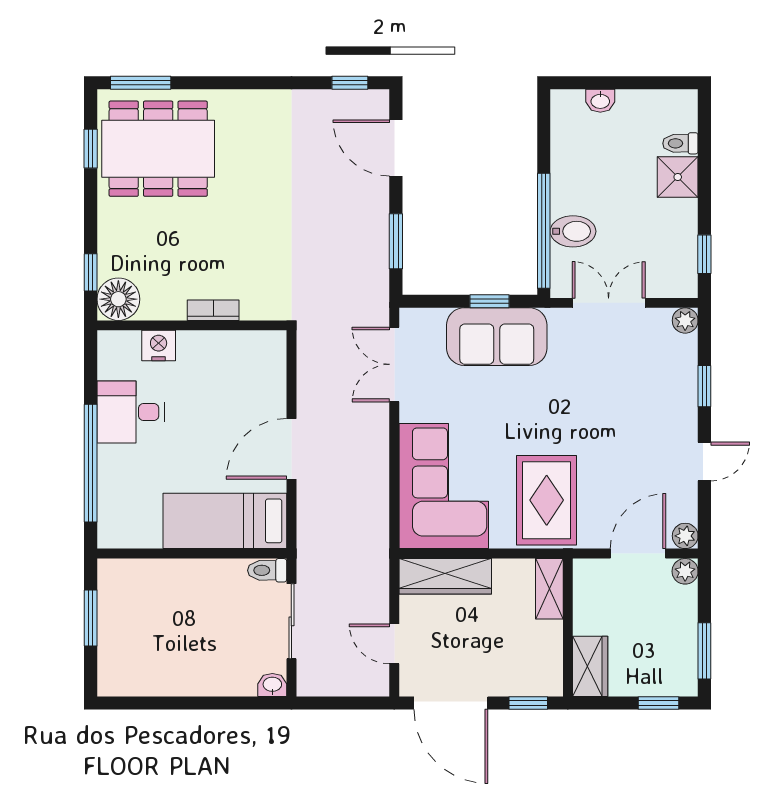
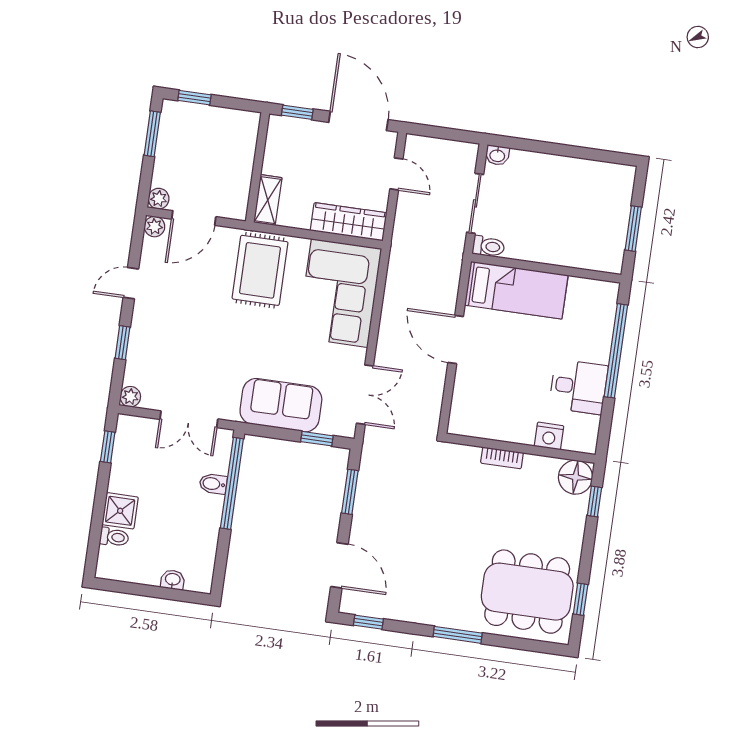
window: (141, 83) -> (458, 635), moved
bidet: (573, 231) -> (213, 484), width x0.72, depth x0.74
window: (490, 301) -> (317, 439), moved
door: (291, 449) -> (456, 340), swing flipped
wardrobe: (590, 666) -> (244, 134), removed

